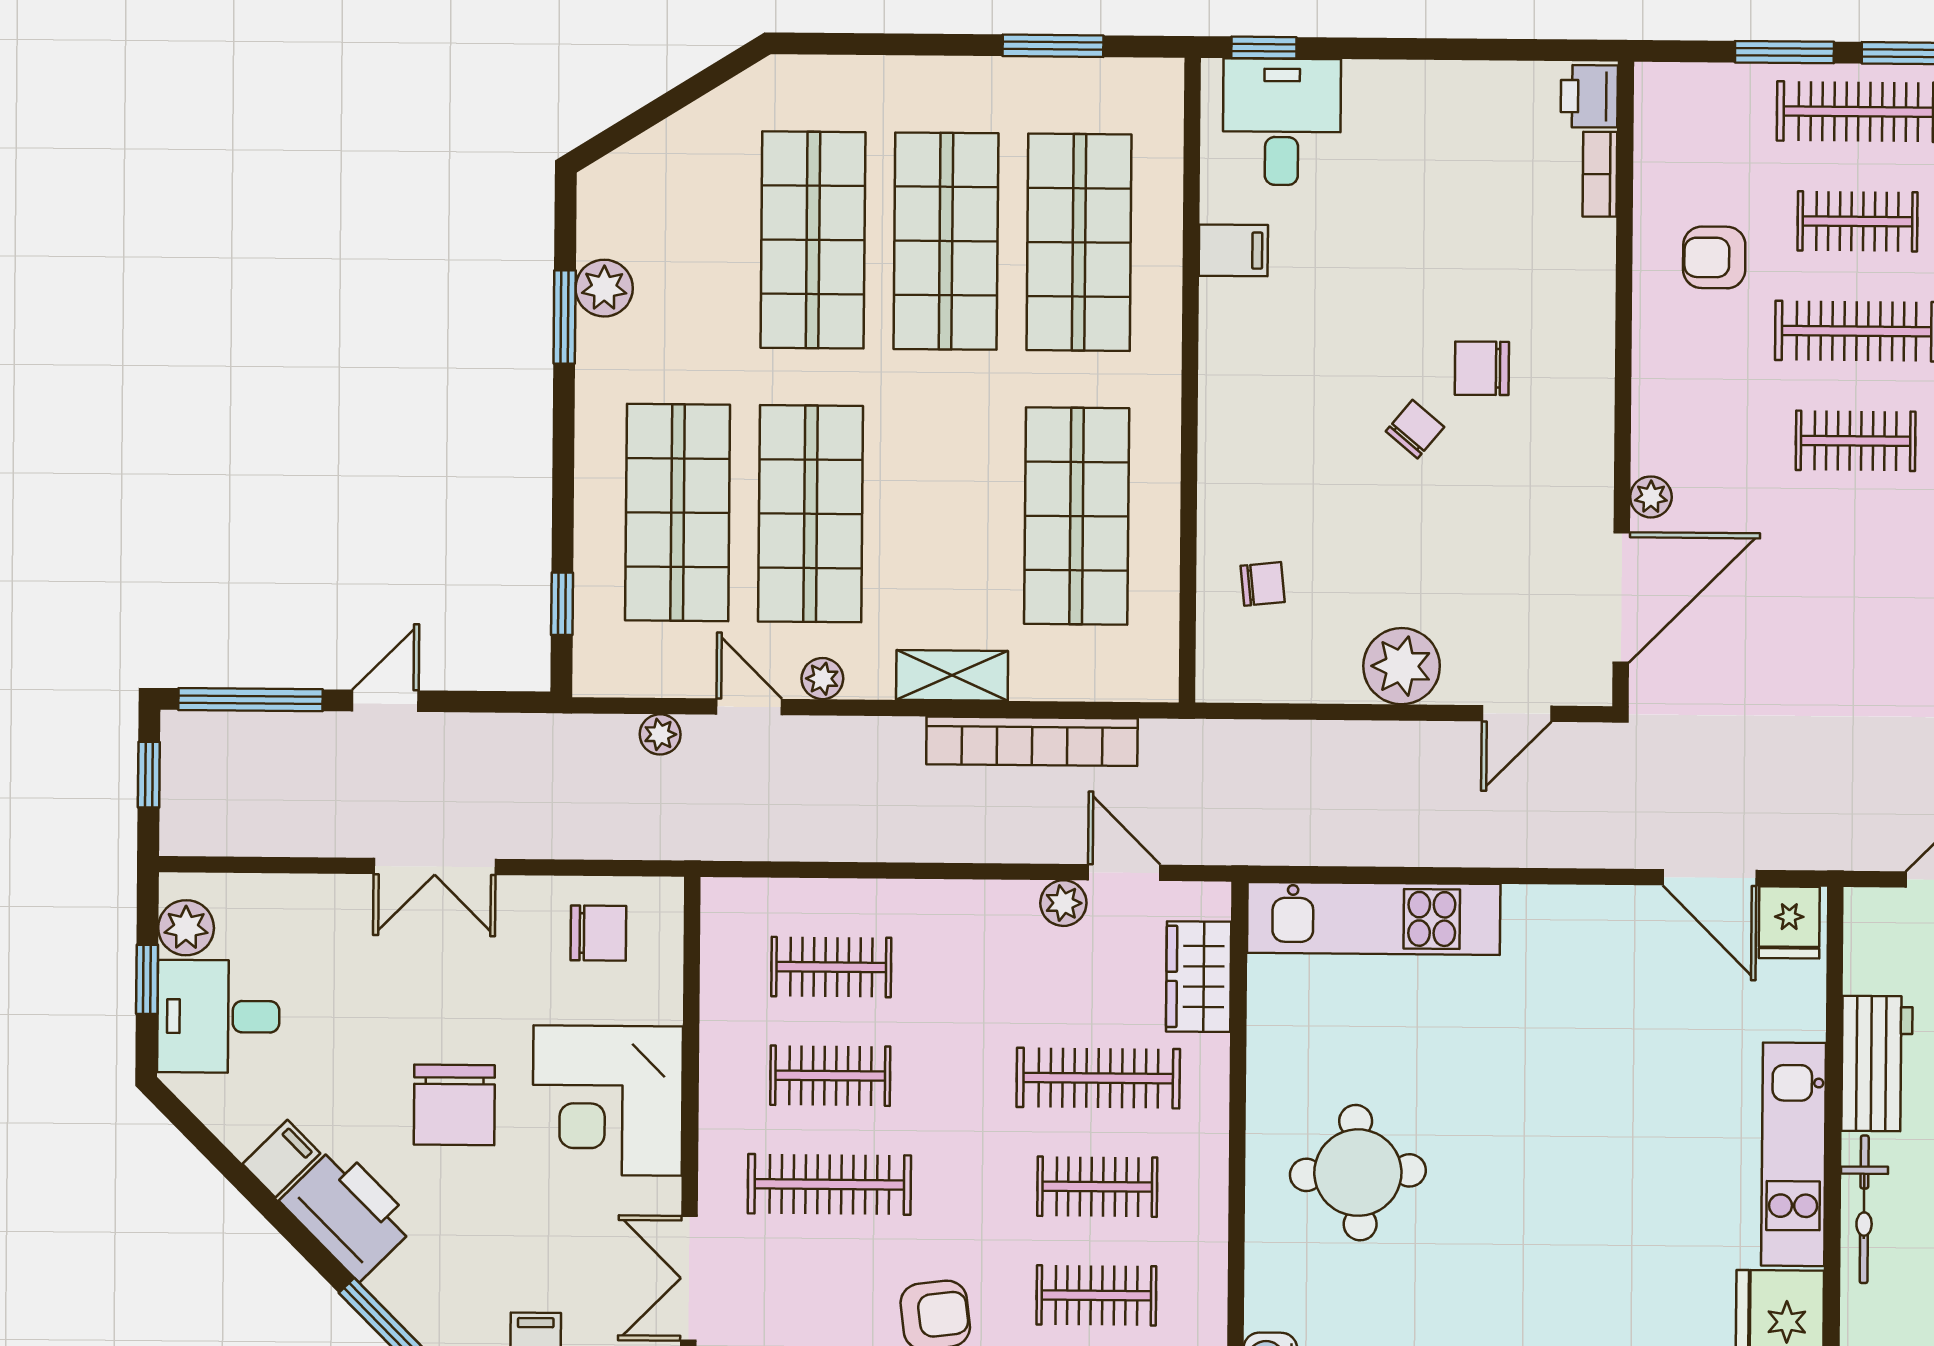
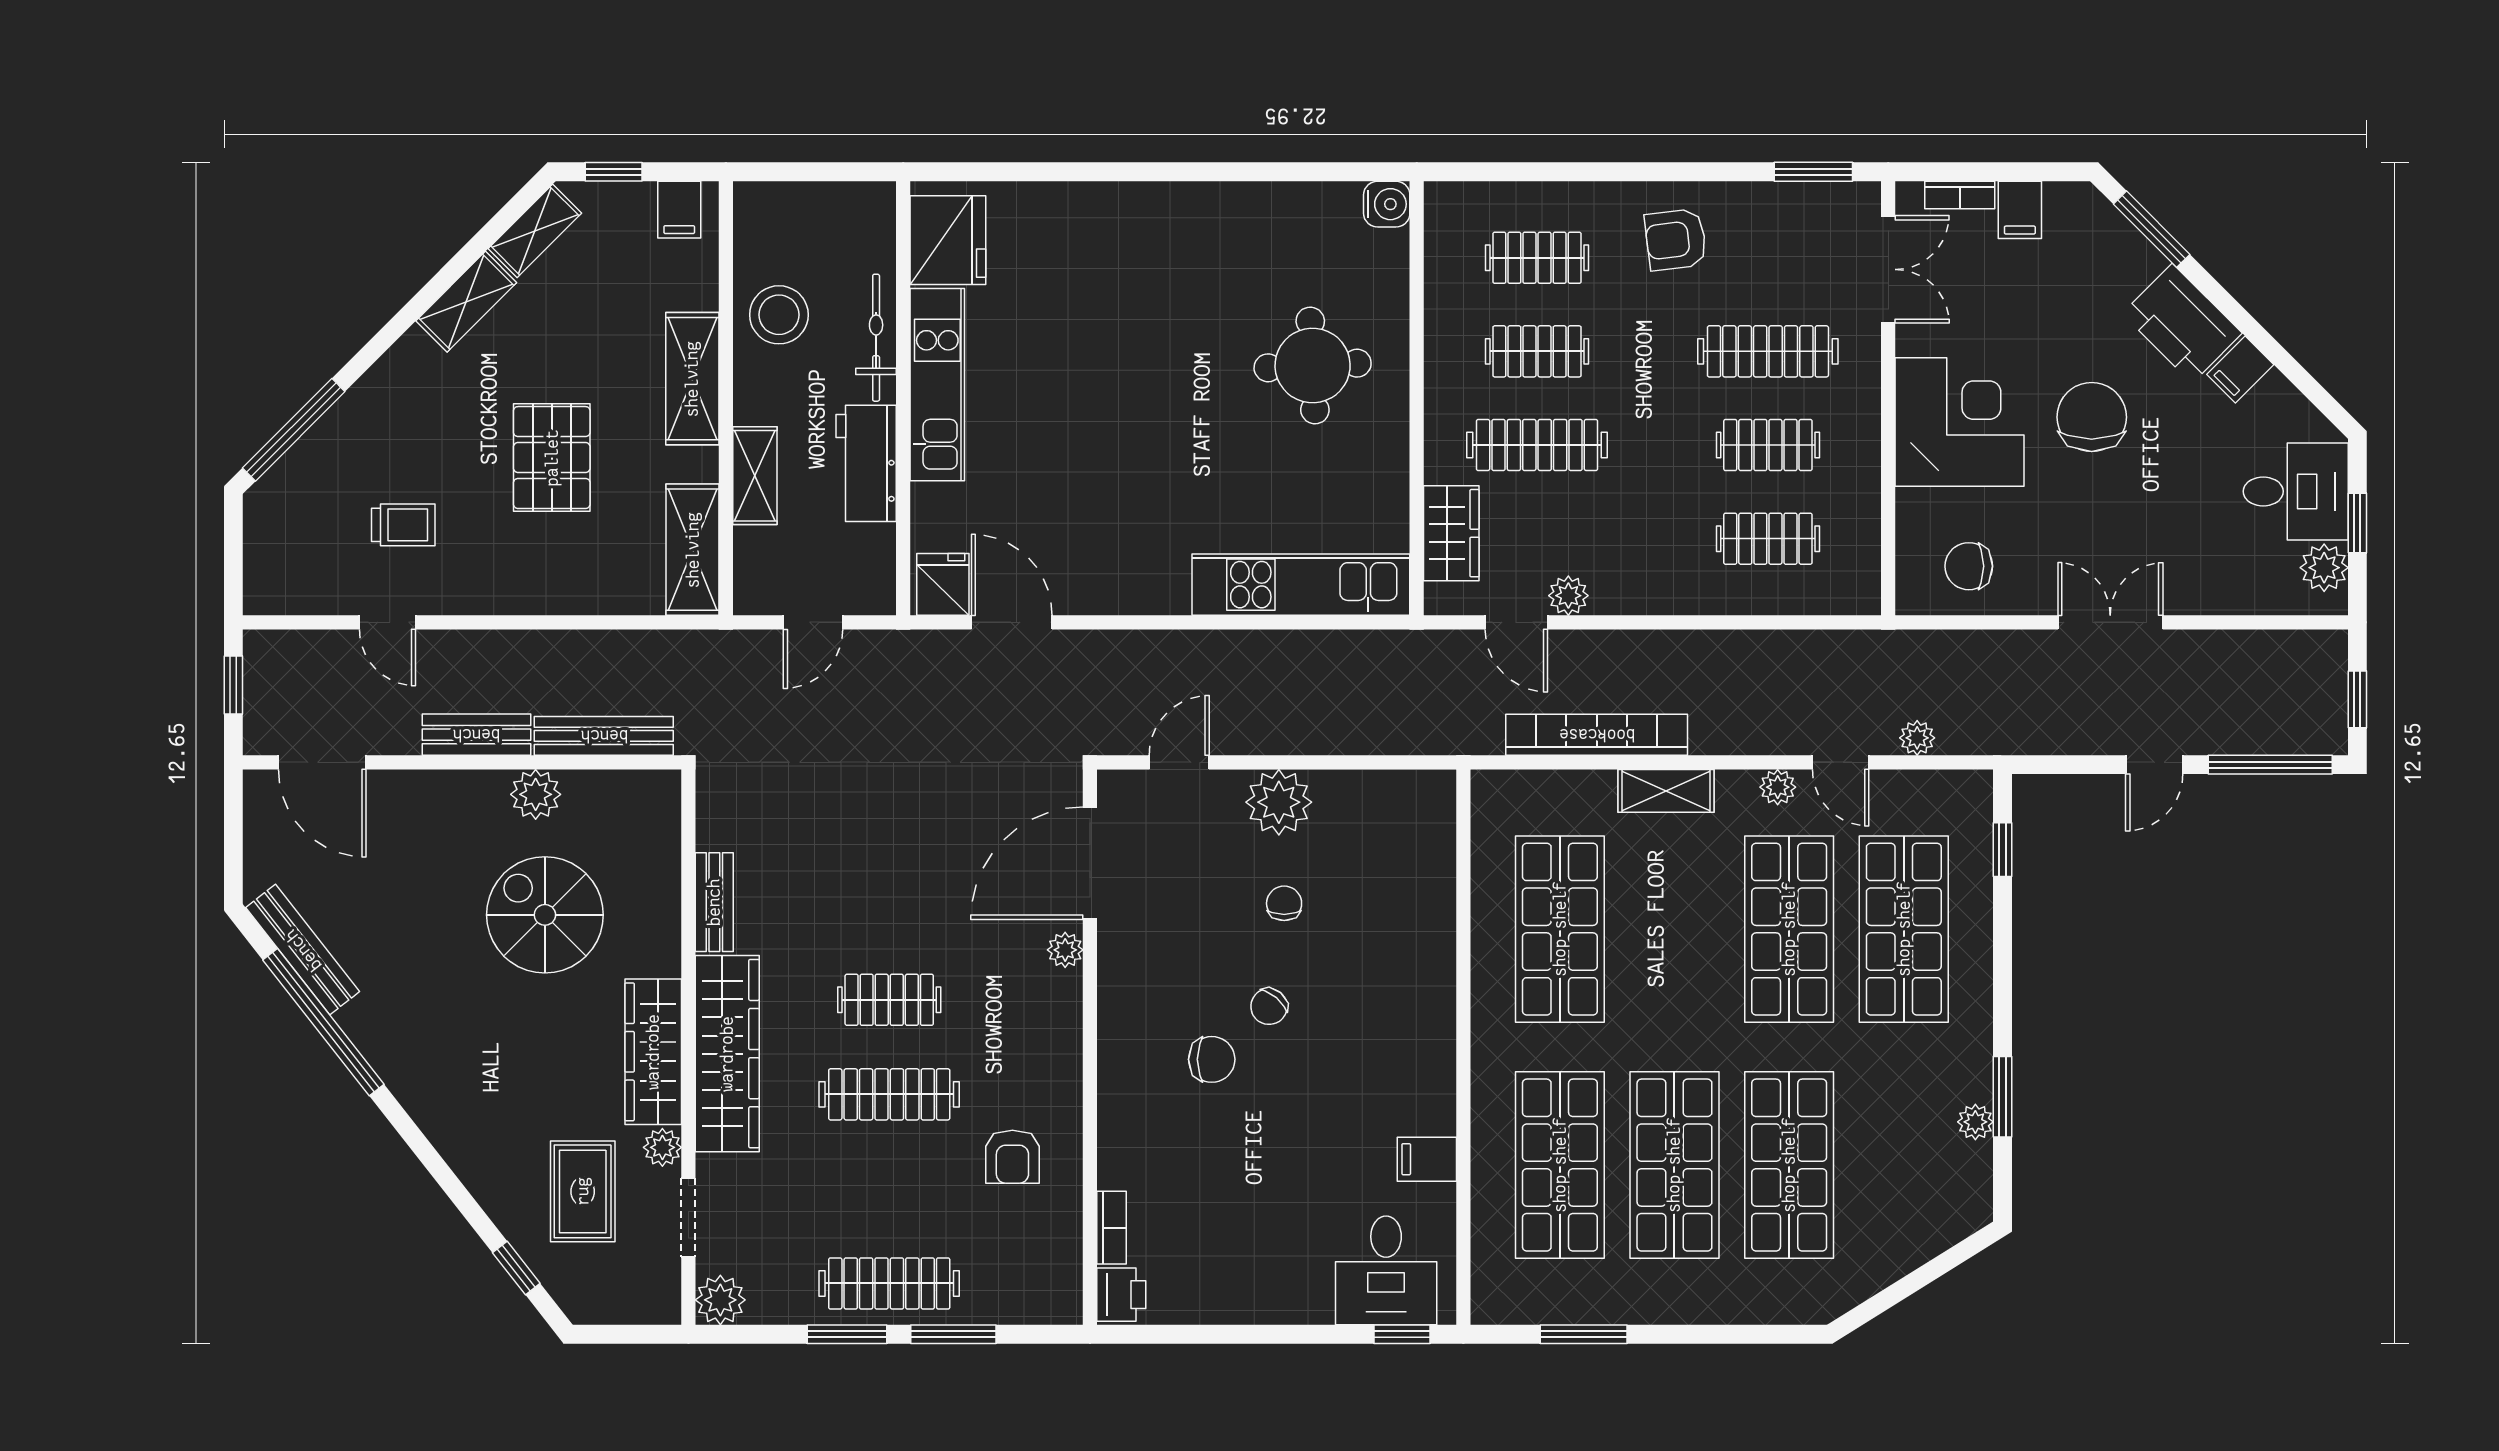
clothes rail: (1858, 221) -> (889, 1189), removed
armchair: (1714, 257) -> (1012, 1157), turned 90
plant: (604, 288) -> (1975, 1122), width x0.73, depth x0.73
chair: (1263, 584) -> (1284, 903), moved, turned 96

